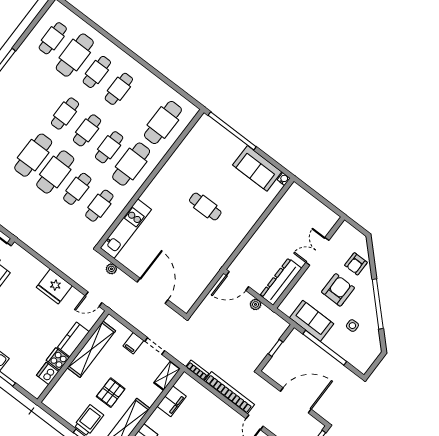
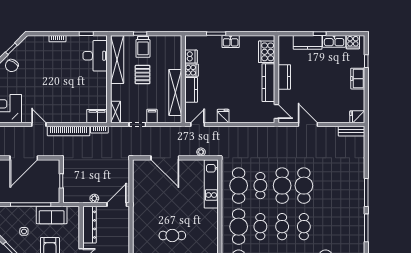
cafe table: (99, 206) -> (239, 186), width x1.37, depth x1.35
fridge: (54, 287) -> (223, 116), width x0.53, depth x0.75
filing cabinet: (172, 401) -> (97, 116), moved, turned 90

